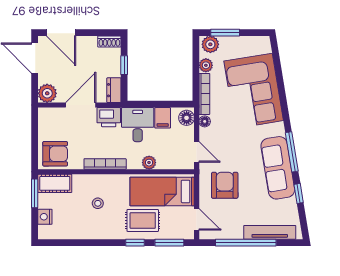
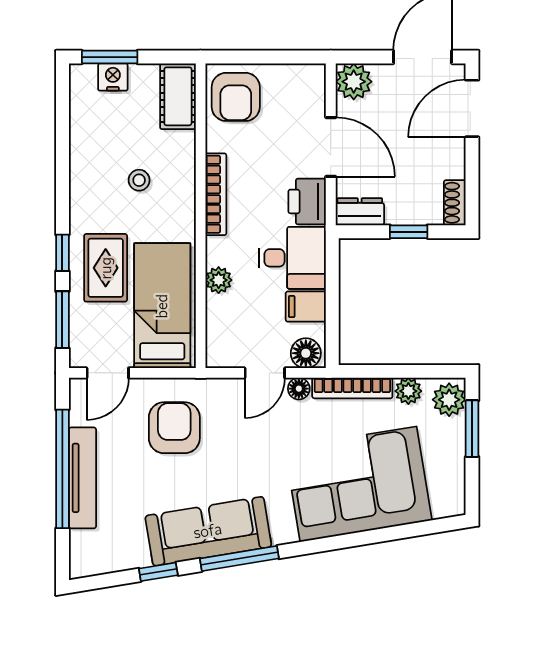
door: (197, 152) -> (265, 373), moved
armchair: (225, 185) -> (174, 428), turned -90
window: (35, 193) -> (110, 57), moved
tv unit: (270, 232) -> (82, 478), moved

